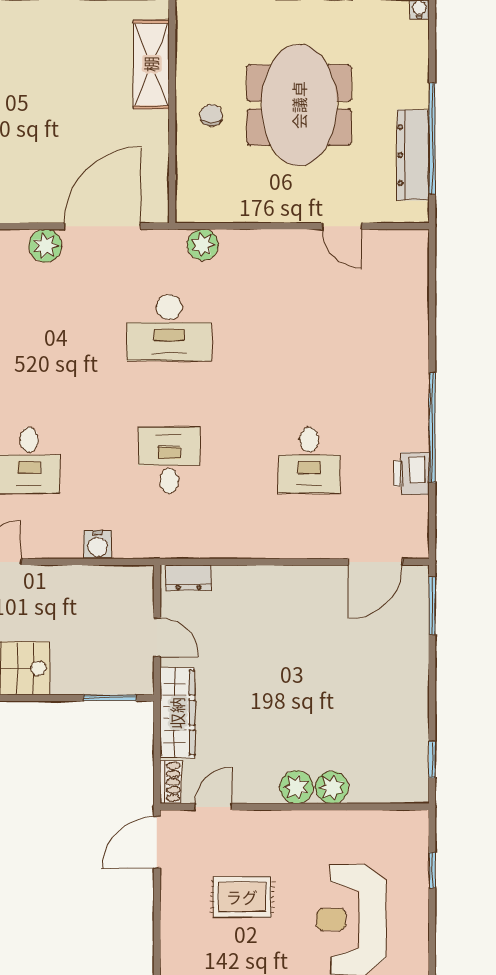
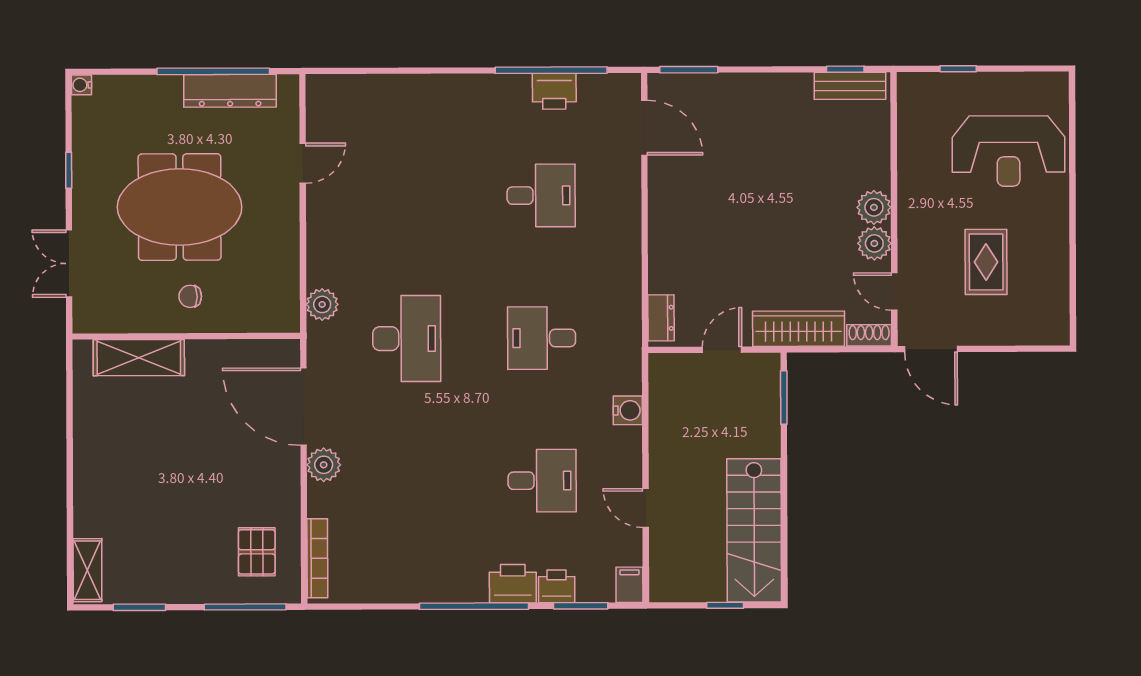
window: (432, 427) -> (551, 70), moved
bench: (416, 764) -> (850, 86), added
plant: (332, 787) -> (874, 243), moved

